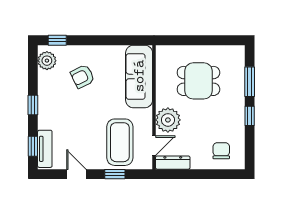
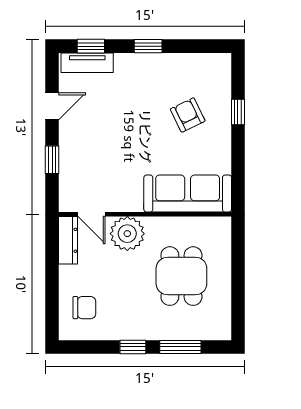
window: (57, 40) -> (238, 112), moved
plant: (47, 61) -> (210, 66), removed
coffee table: (120, 142) -> (96, 167), removed

